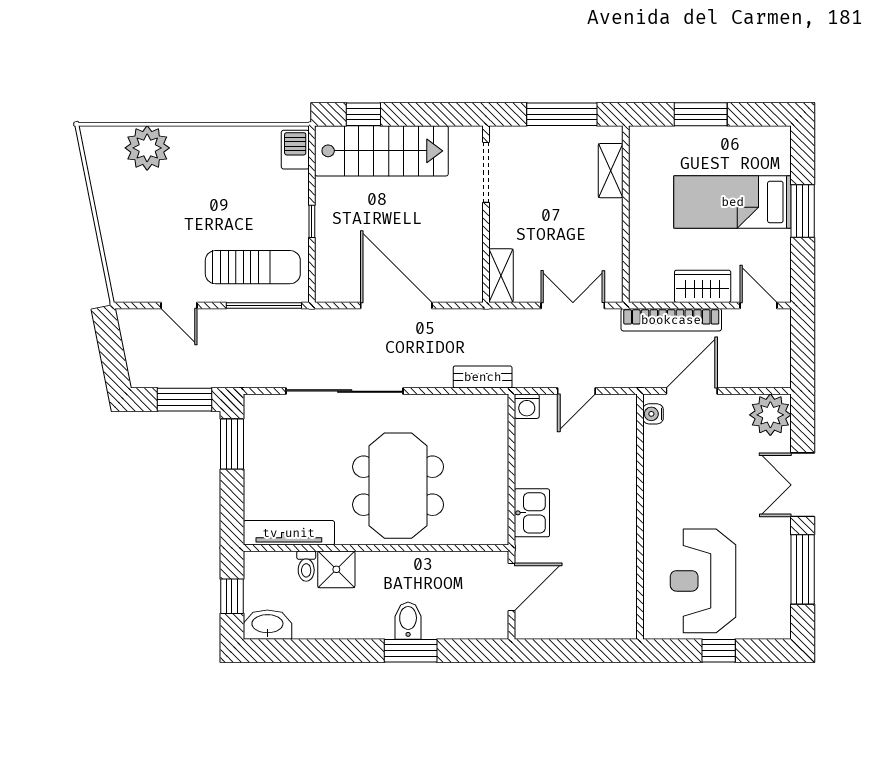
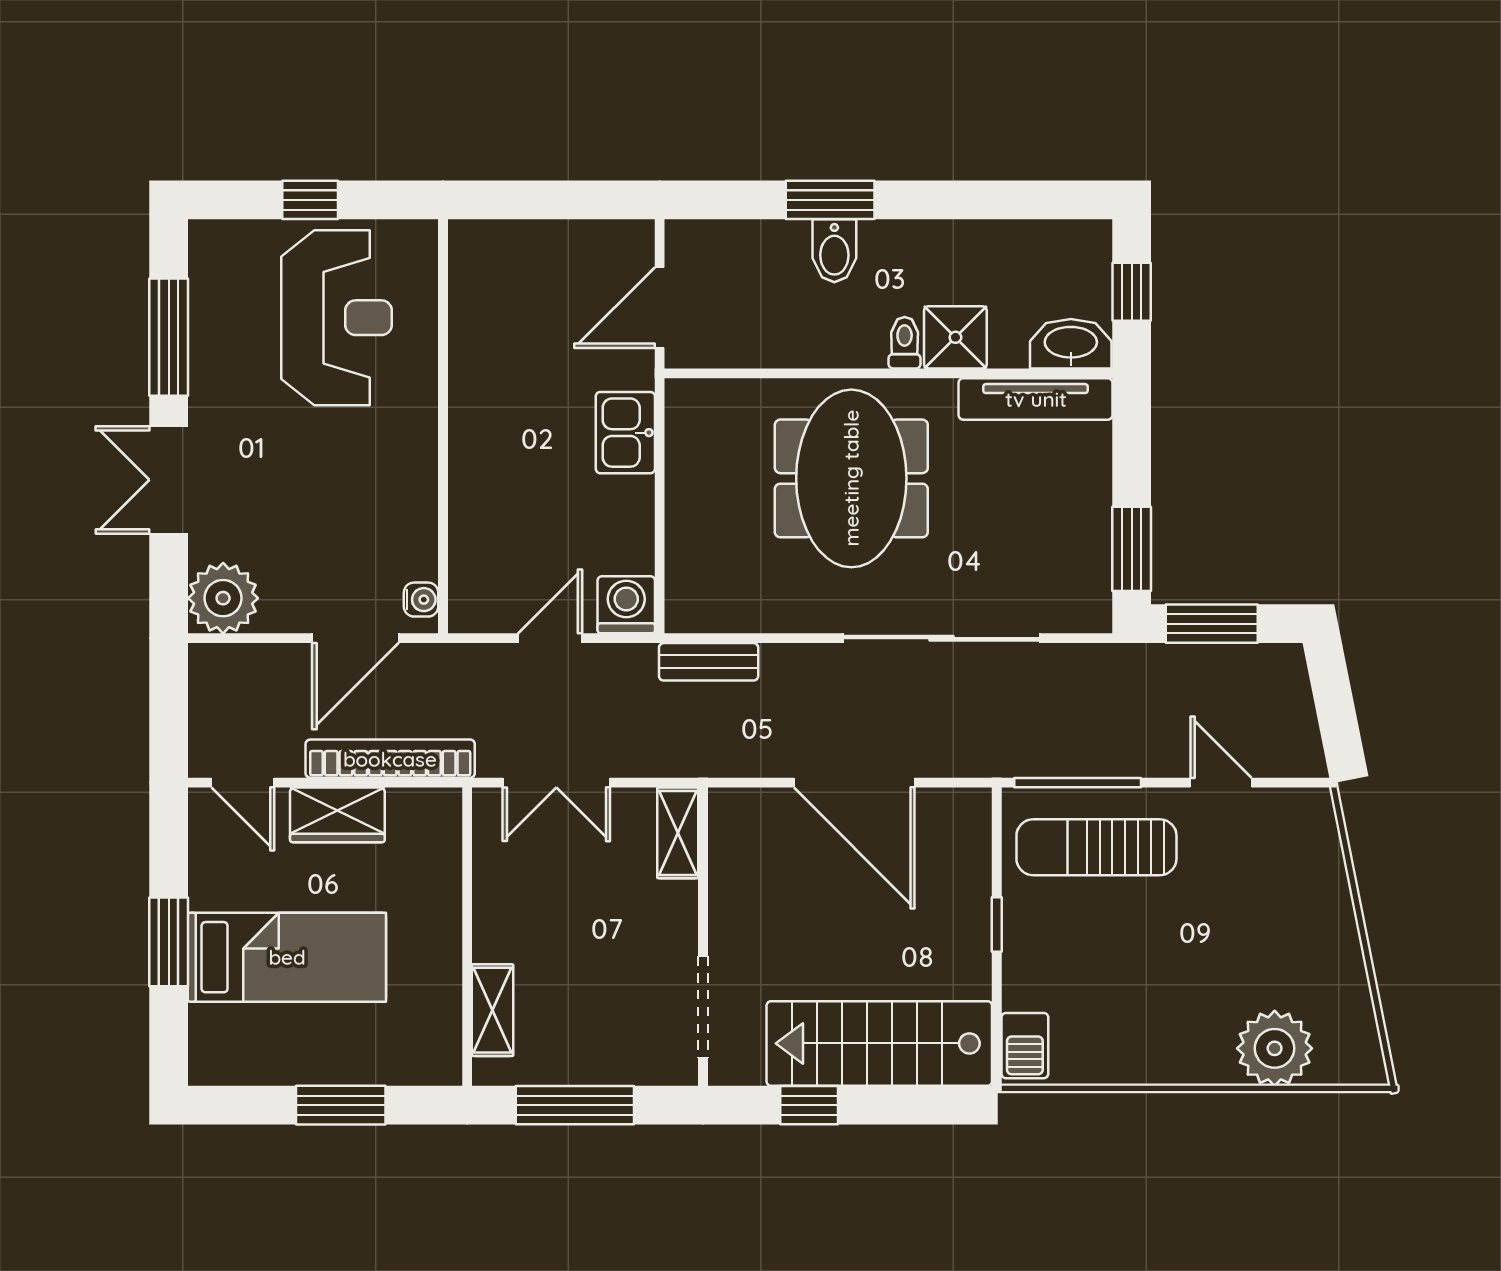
window: (363, 114) -> (809, 1105), moved
washing machine: (527, 406) -> (626, 605), width x1.38, depth x1.38
double door: (803, 485) -> (169, 480), swing flipped
toilet: (306, 566) -> (905, 343), moved
washbasin: (267, 625) -> (1071, 344), moved, turned 180

